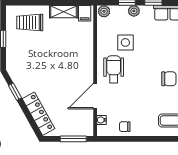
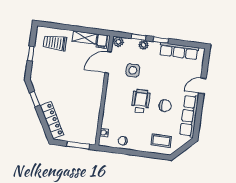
wheelchair: (114, 69) -> (141, 101), moved
door: (95, 96) -> (108, 62), moved

